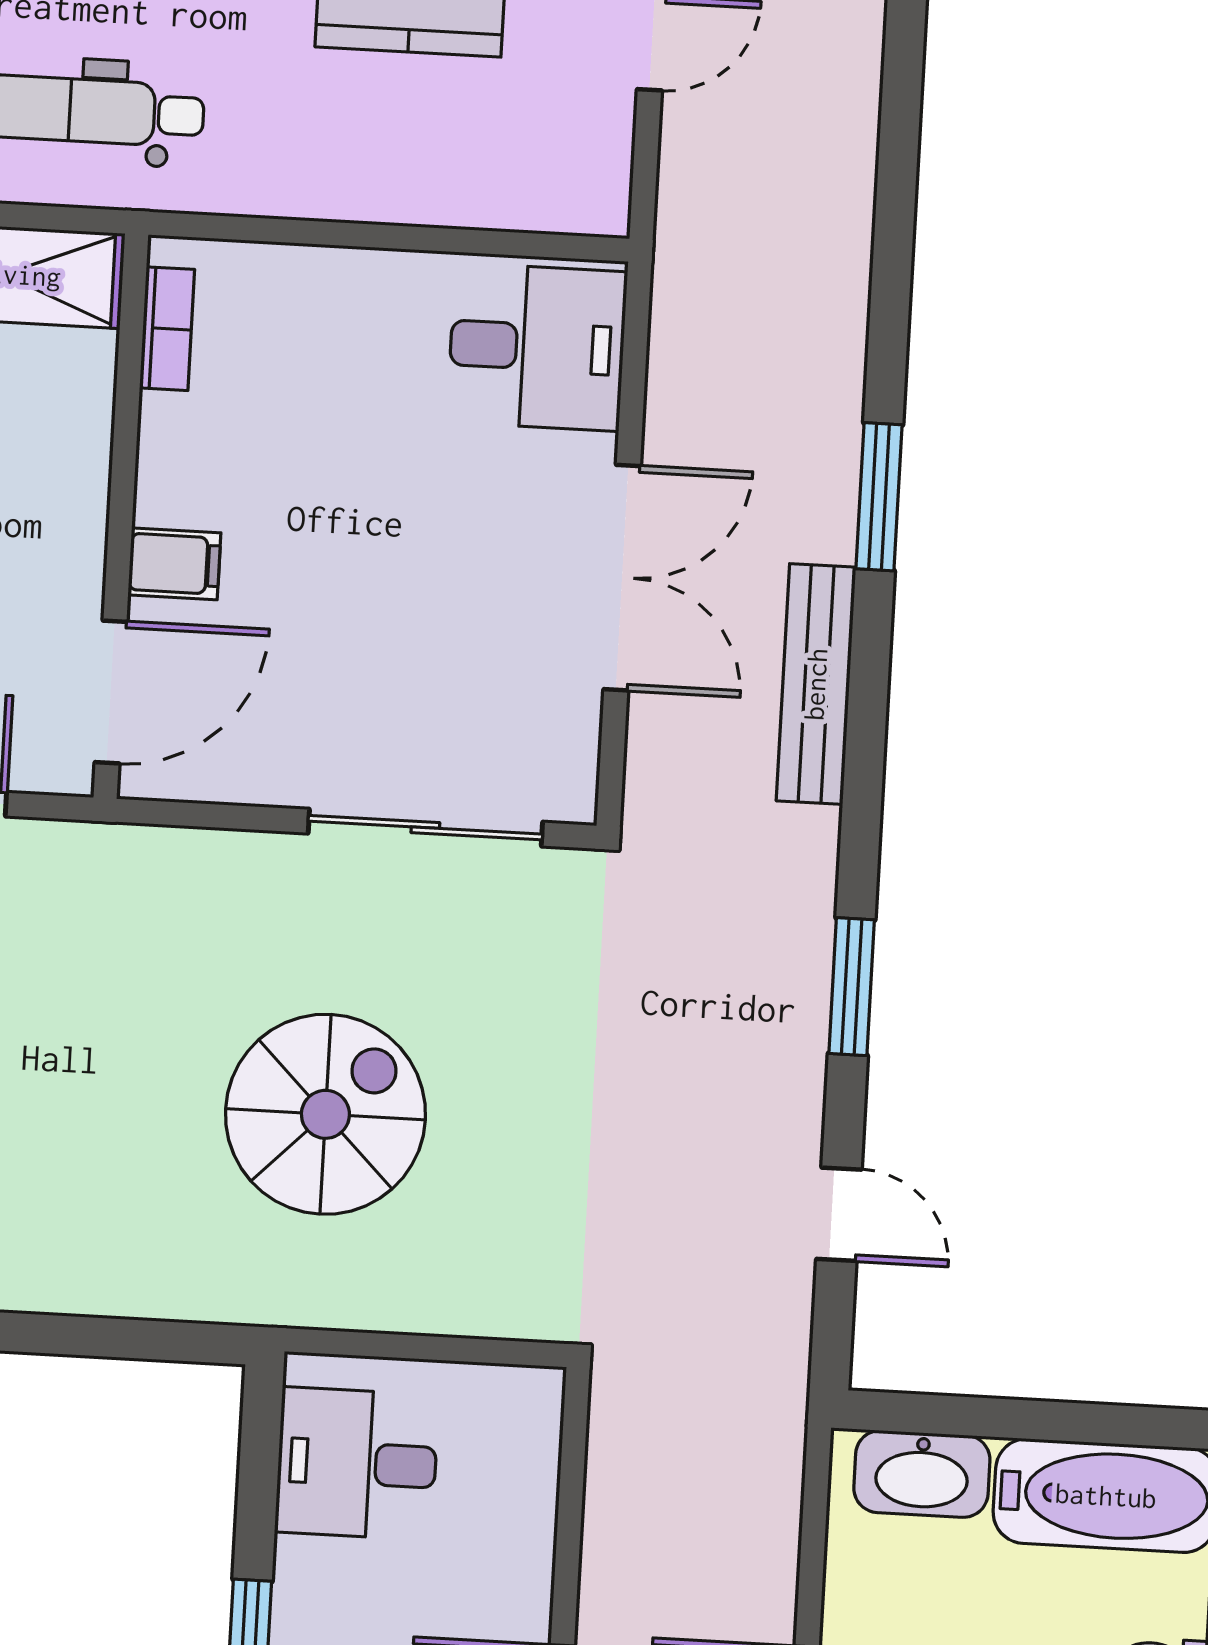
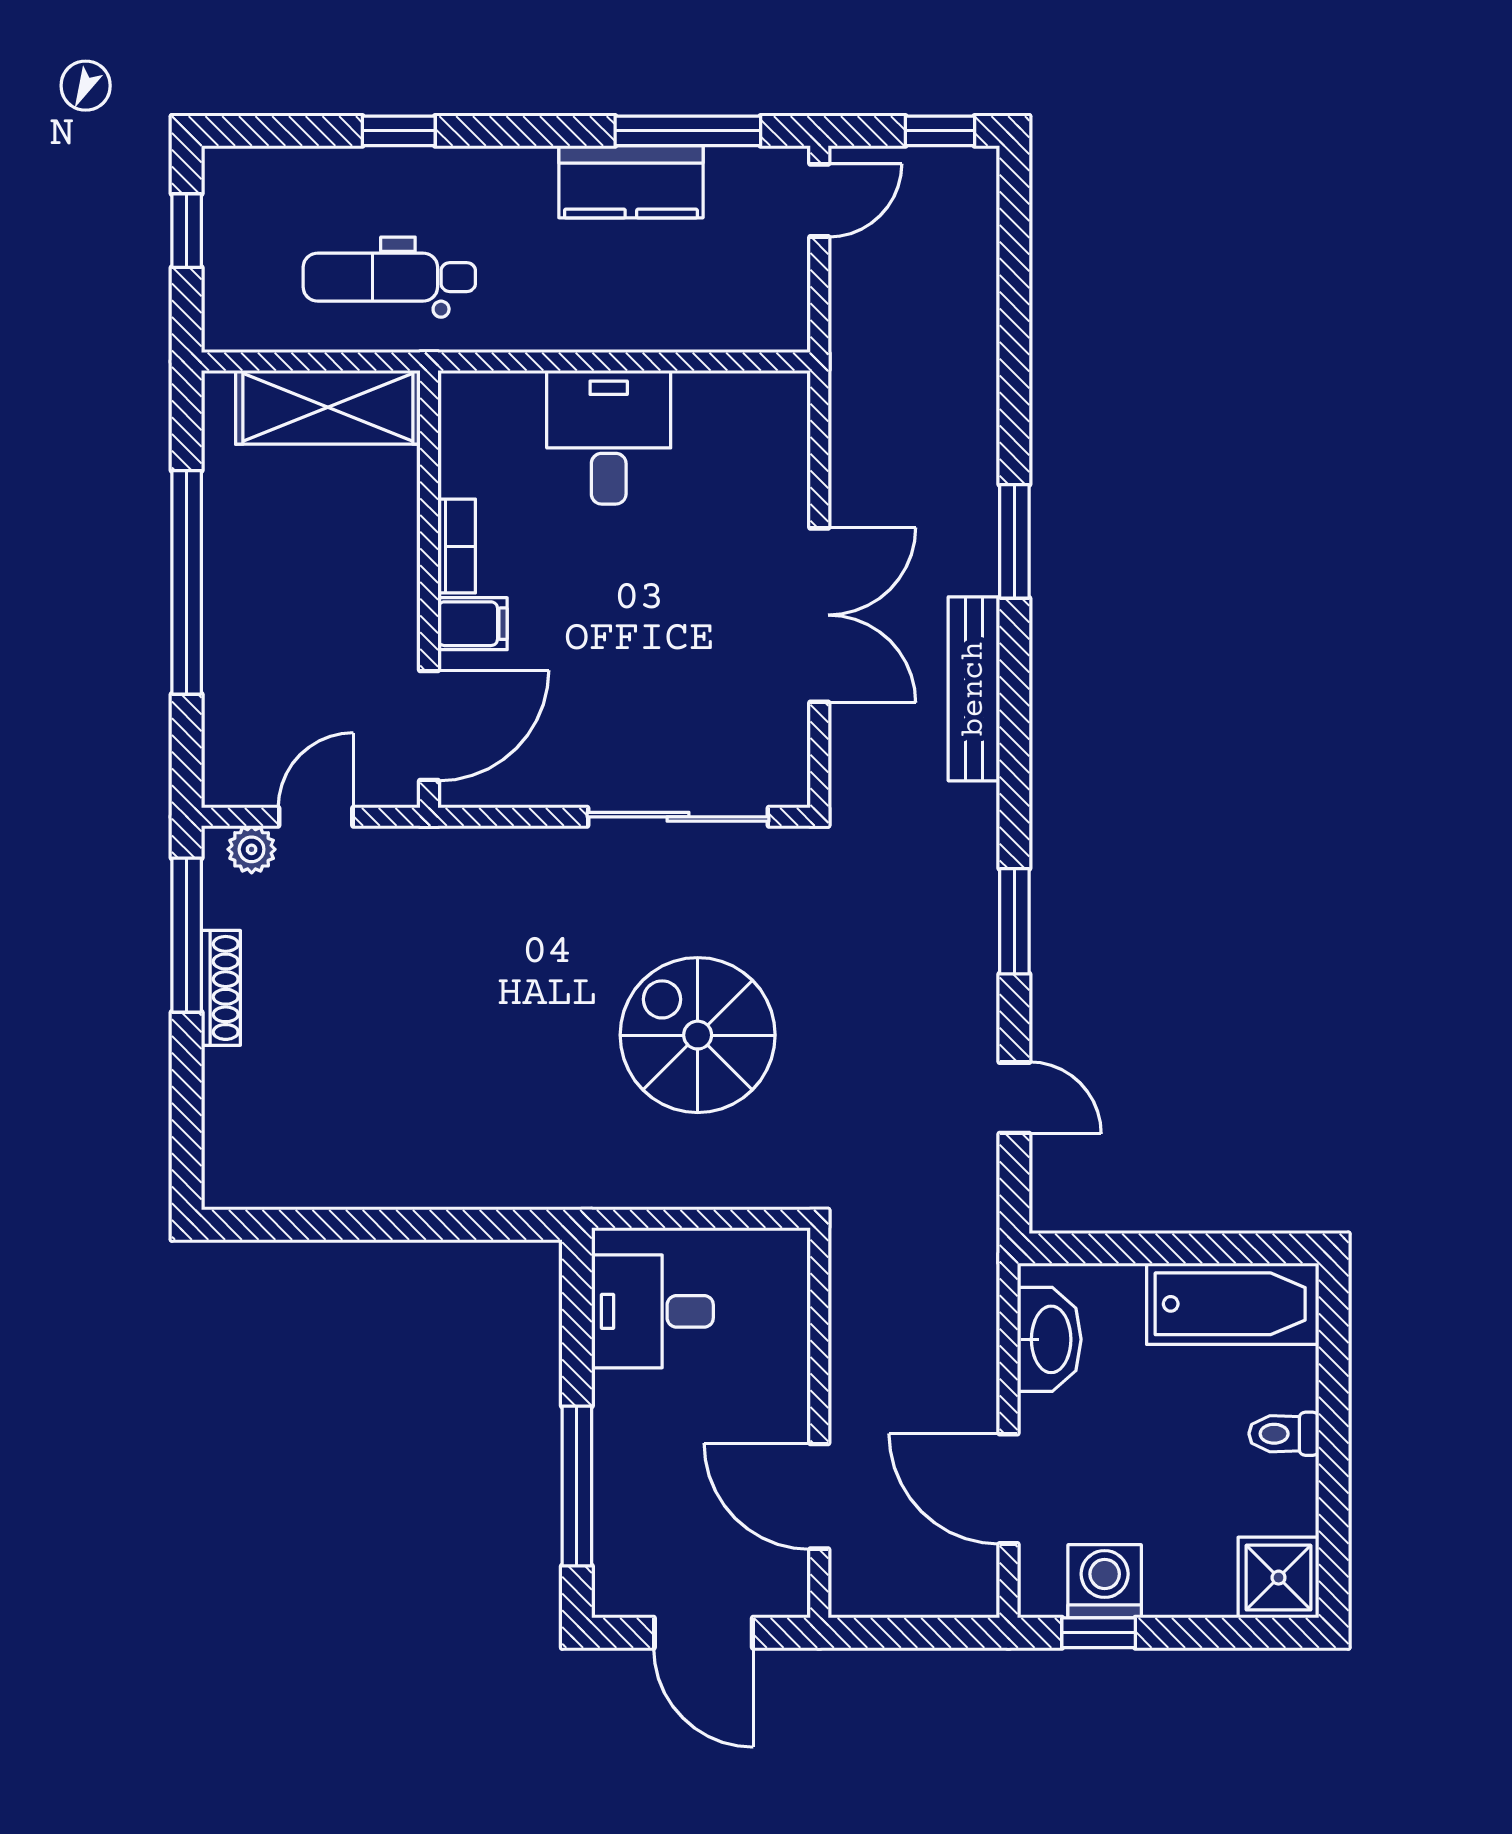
bookcase: (167, 329) -> (457, 546), moved
desk: (537, 347) -> (609, 437), moved, turned -90
spiral stairs: (325, 1114) -> (698, 1035), moved, turned -90
washbasin: (922, 1474) -> (1049, 1339), moved, turned -90

